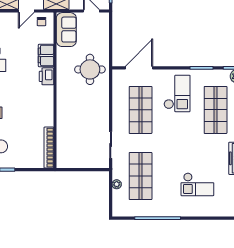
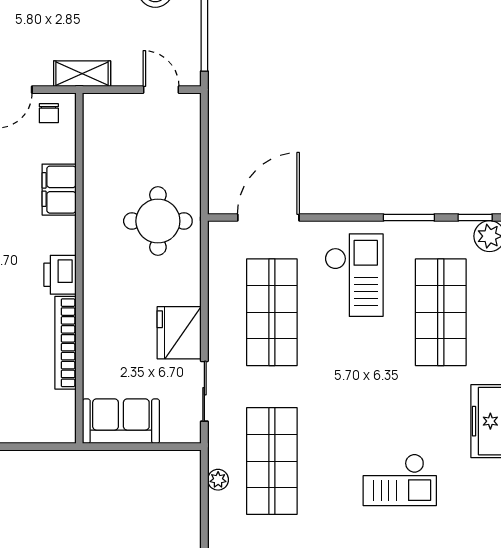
sofa: (66, 30) -> (121, 421), moved, turned -90
printer: (46, 76) -> (60, 275), moved
fridge: (99, 119) -> (179, 333), added
bookcase: (49, 148) -> (65, 343), moved

